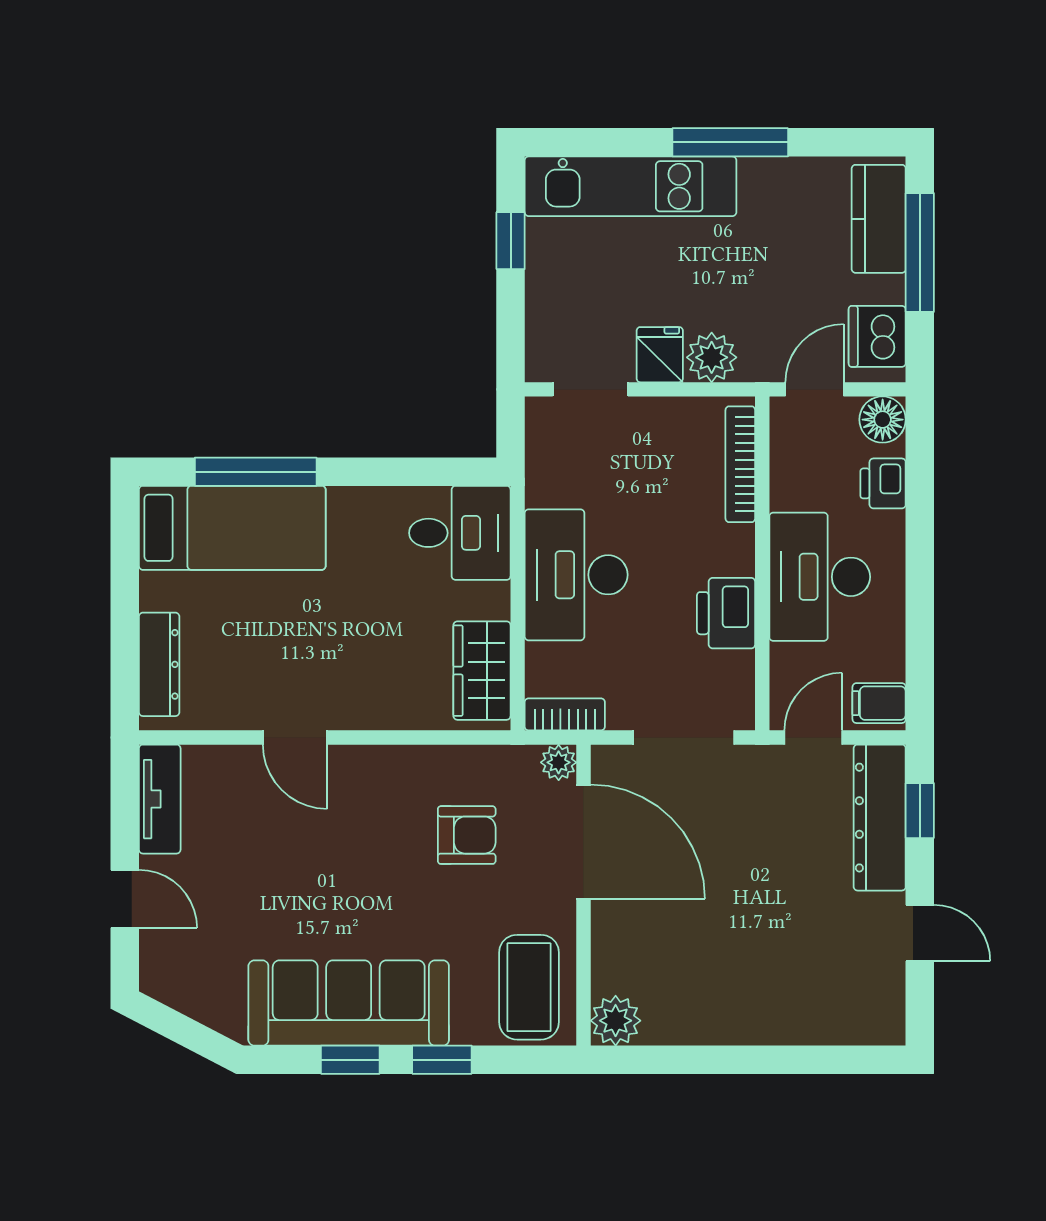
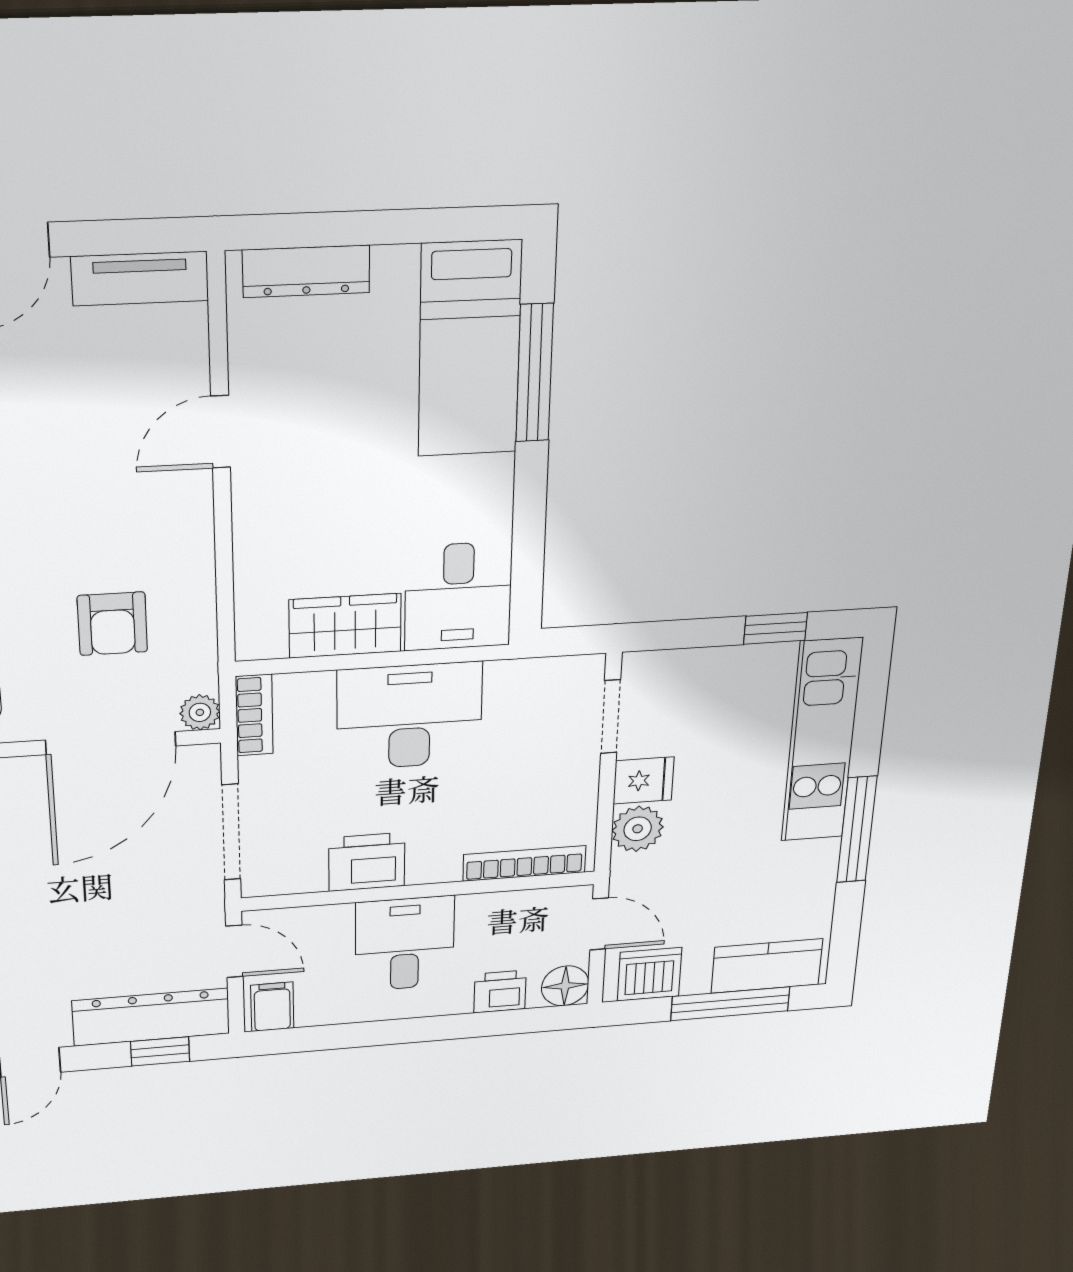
desk: (820, 577) -> (405, 944), width x0.73
wardrobe: (482, 671) -> (345, 626), moved

